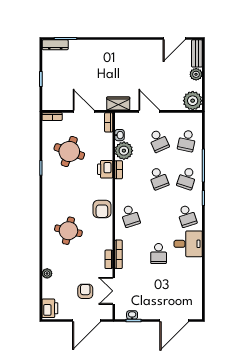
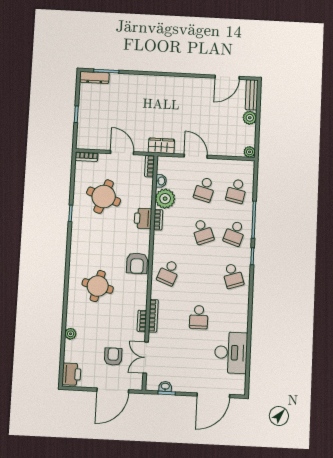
plant: (193, 101) -> (250, 152), width x0.53, depth x0.53
school desk: (159, 141) -> (205, 189), turned 39
school desk: (130, 216) -> (169, 273), turned 39
desk: (188, 244) -> (231, 353), moved, width x1.37

